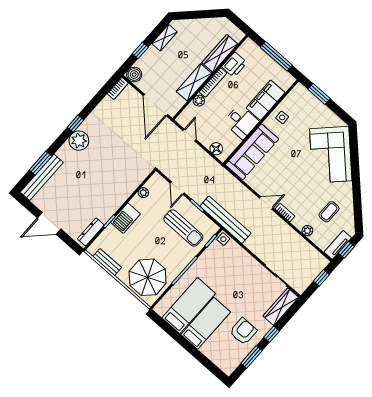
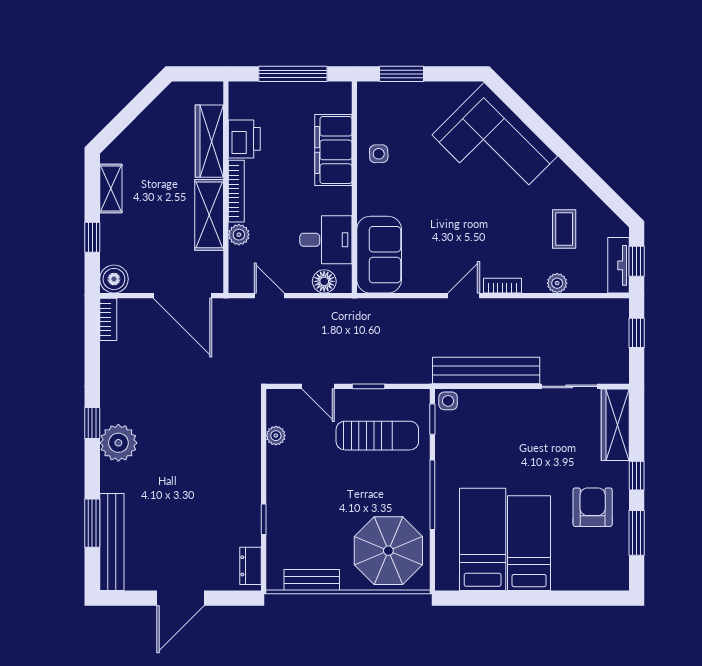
desk: (241, 122) -> (326, 240), moved
sofa: (252, 152) -> (379, 255), width x0.73
barbecue: (125, 218) -> (282, 494), removed
bench: (226, 220) -> (486, 371), moved
dresser: (91, 232) -> (251, 566), width x0.70

